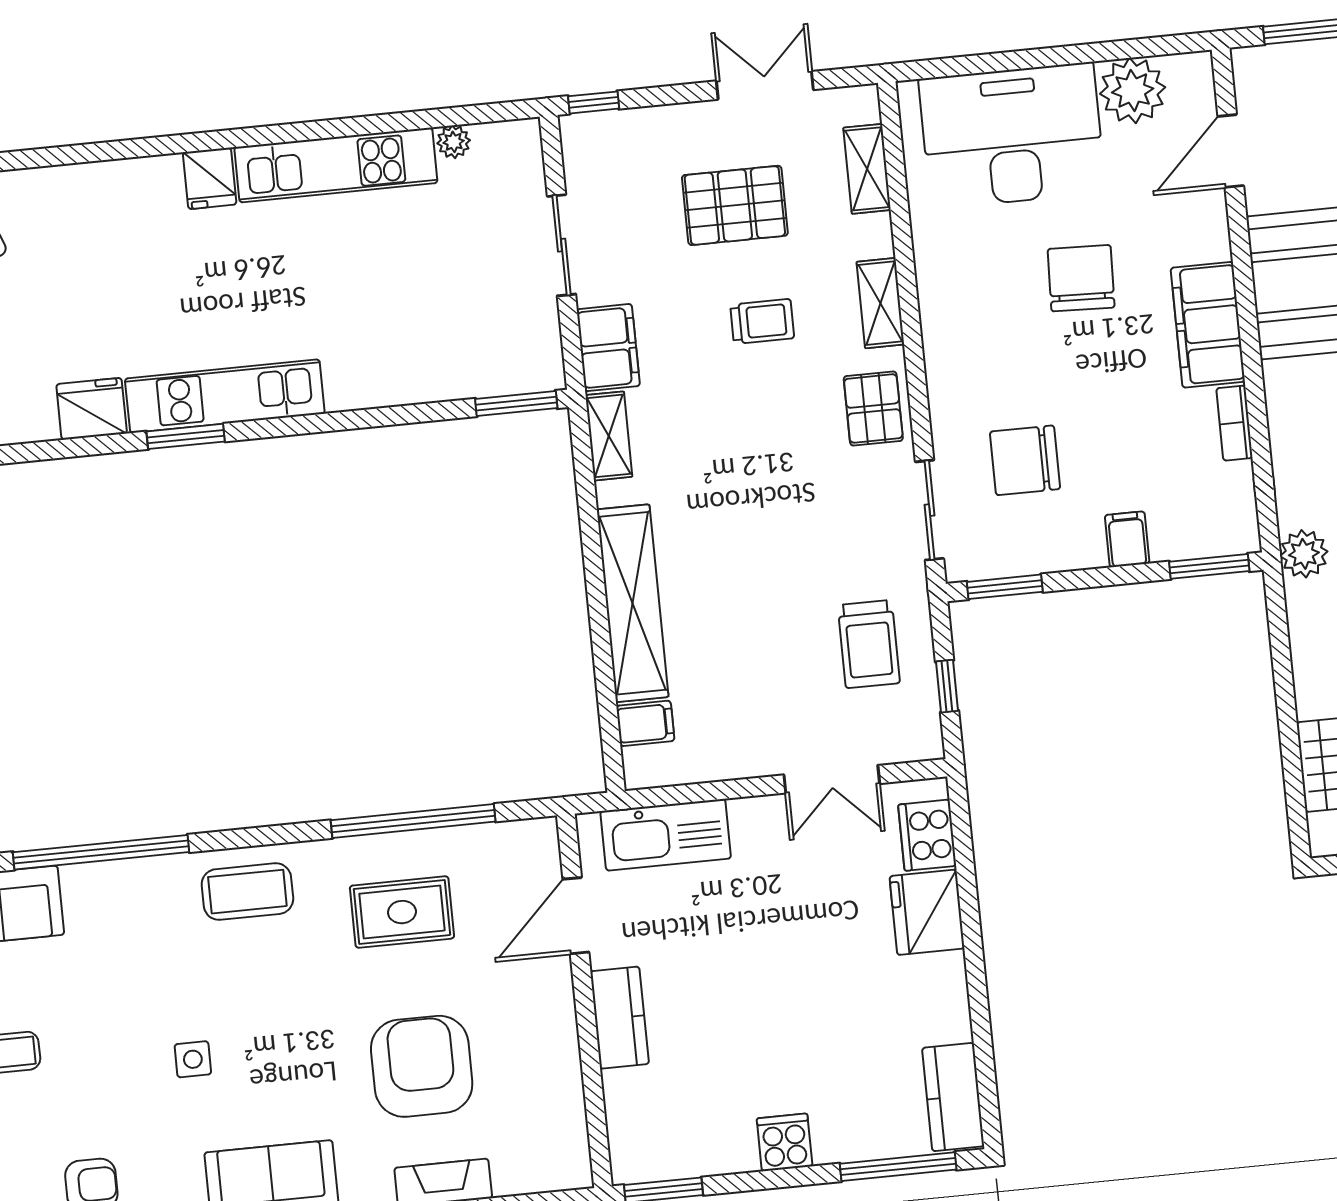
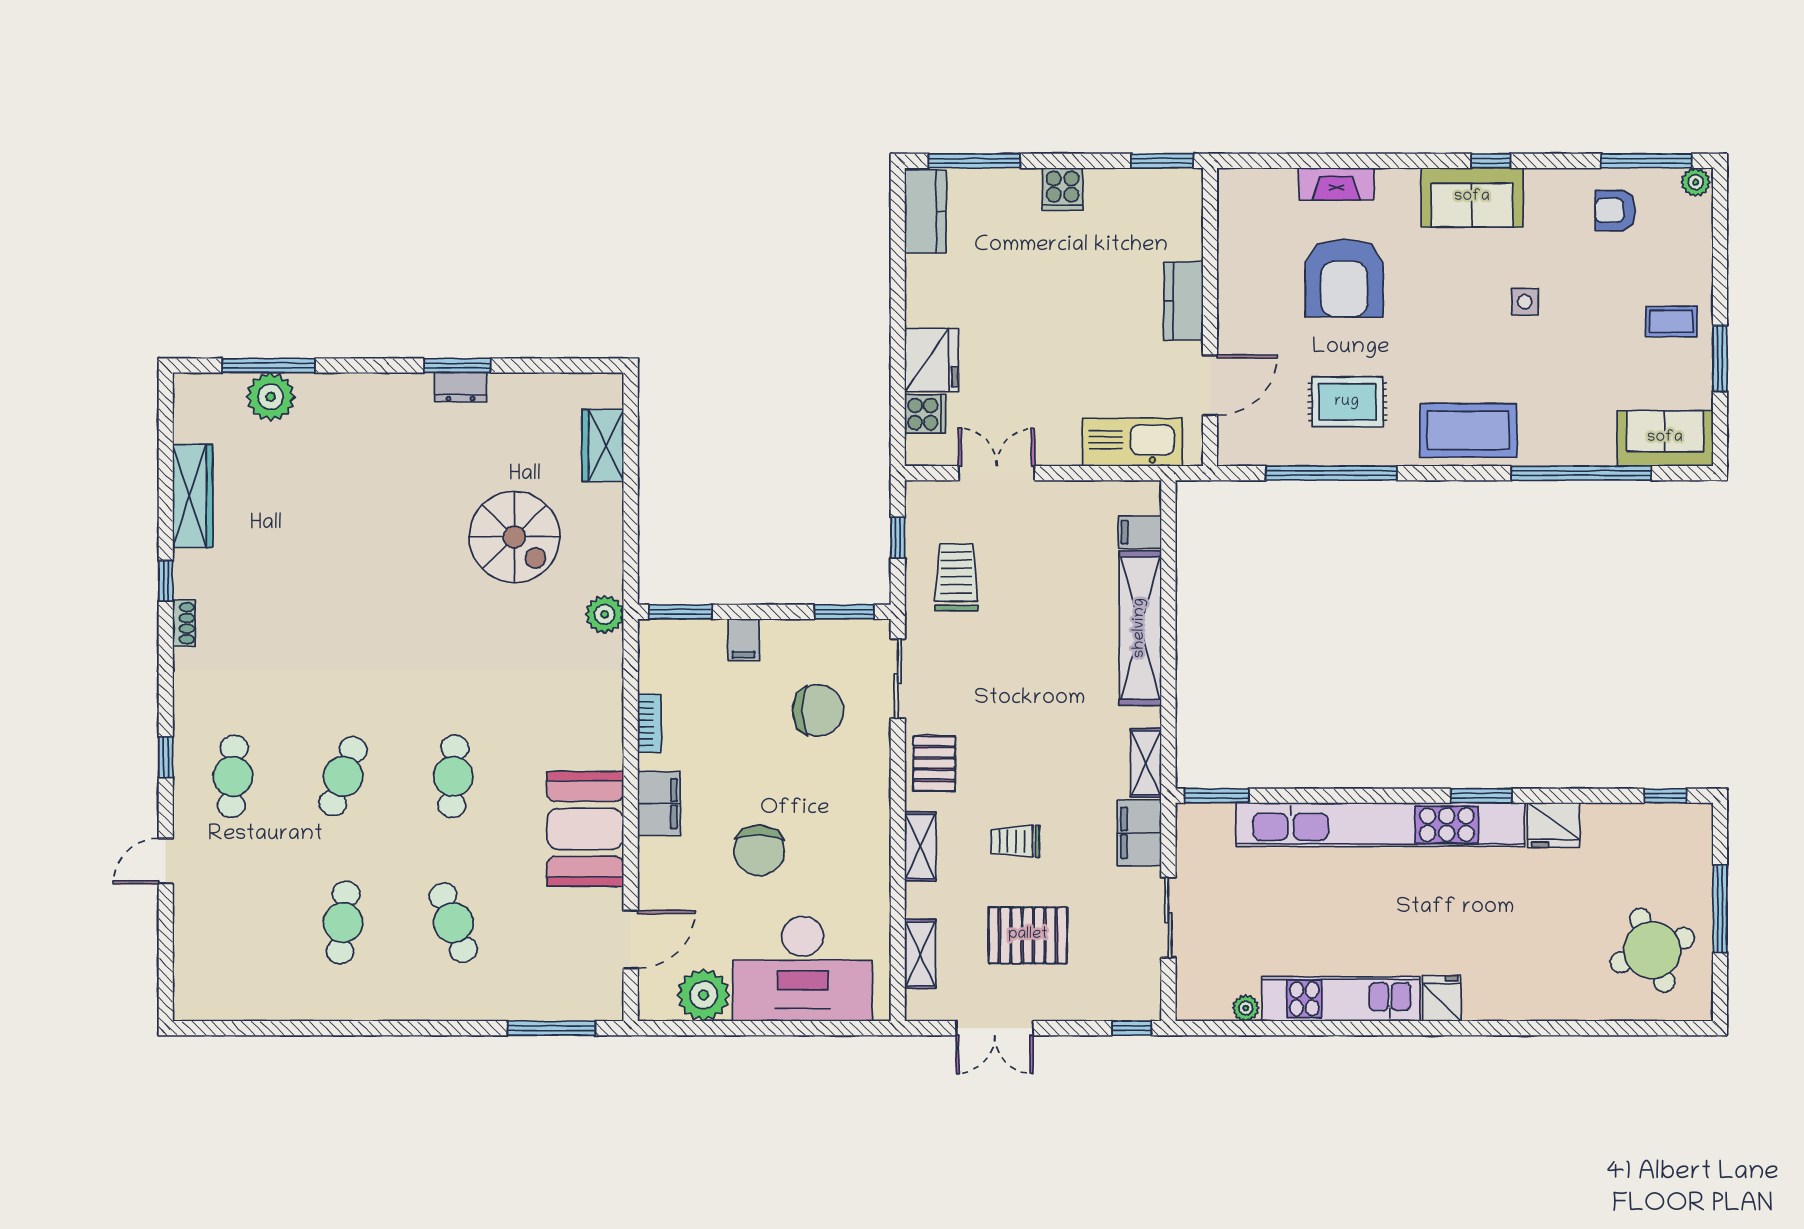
filing cabinet: (1208, 325) -> (659, 803), width x0.67, depth x0.86
kitchen unit: (225, 396) -> (1380, 825), width x1.86
cooker: (927, 835) -> (925, 414), width x0.73
coffee table: (247, 892) -> (1468, 430), width x1.36, depth x1.32

